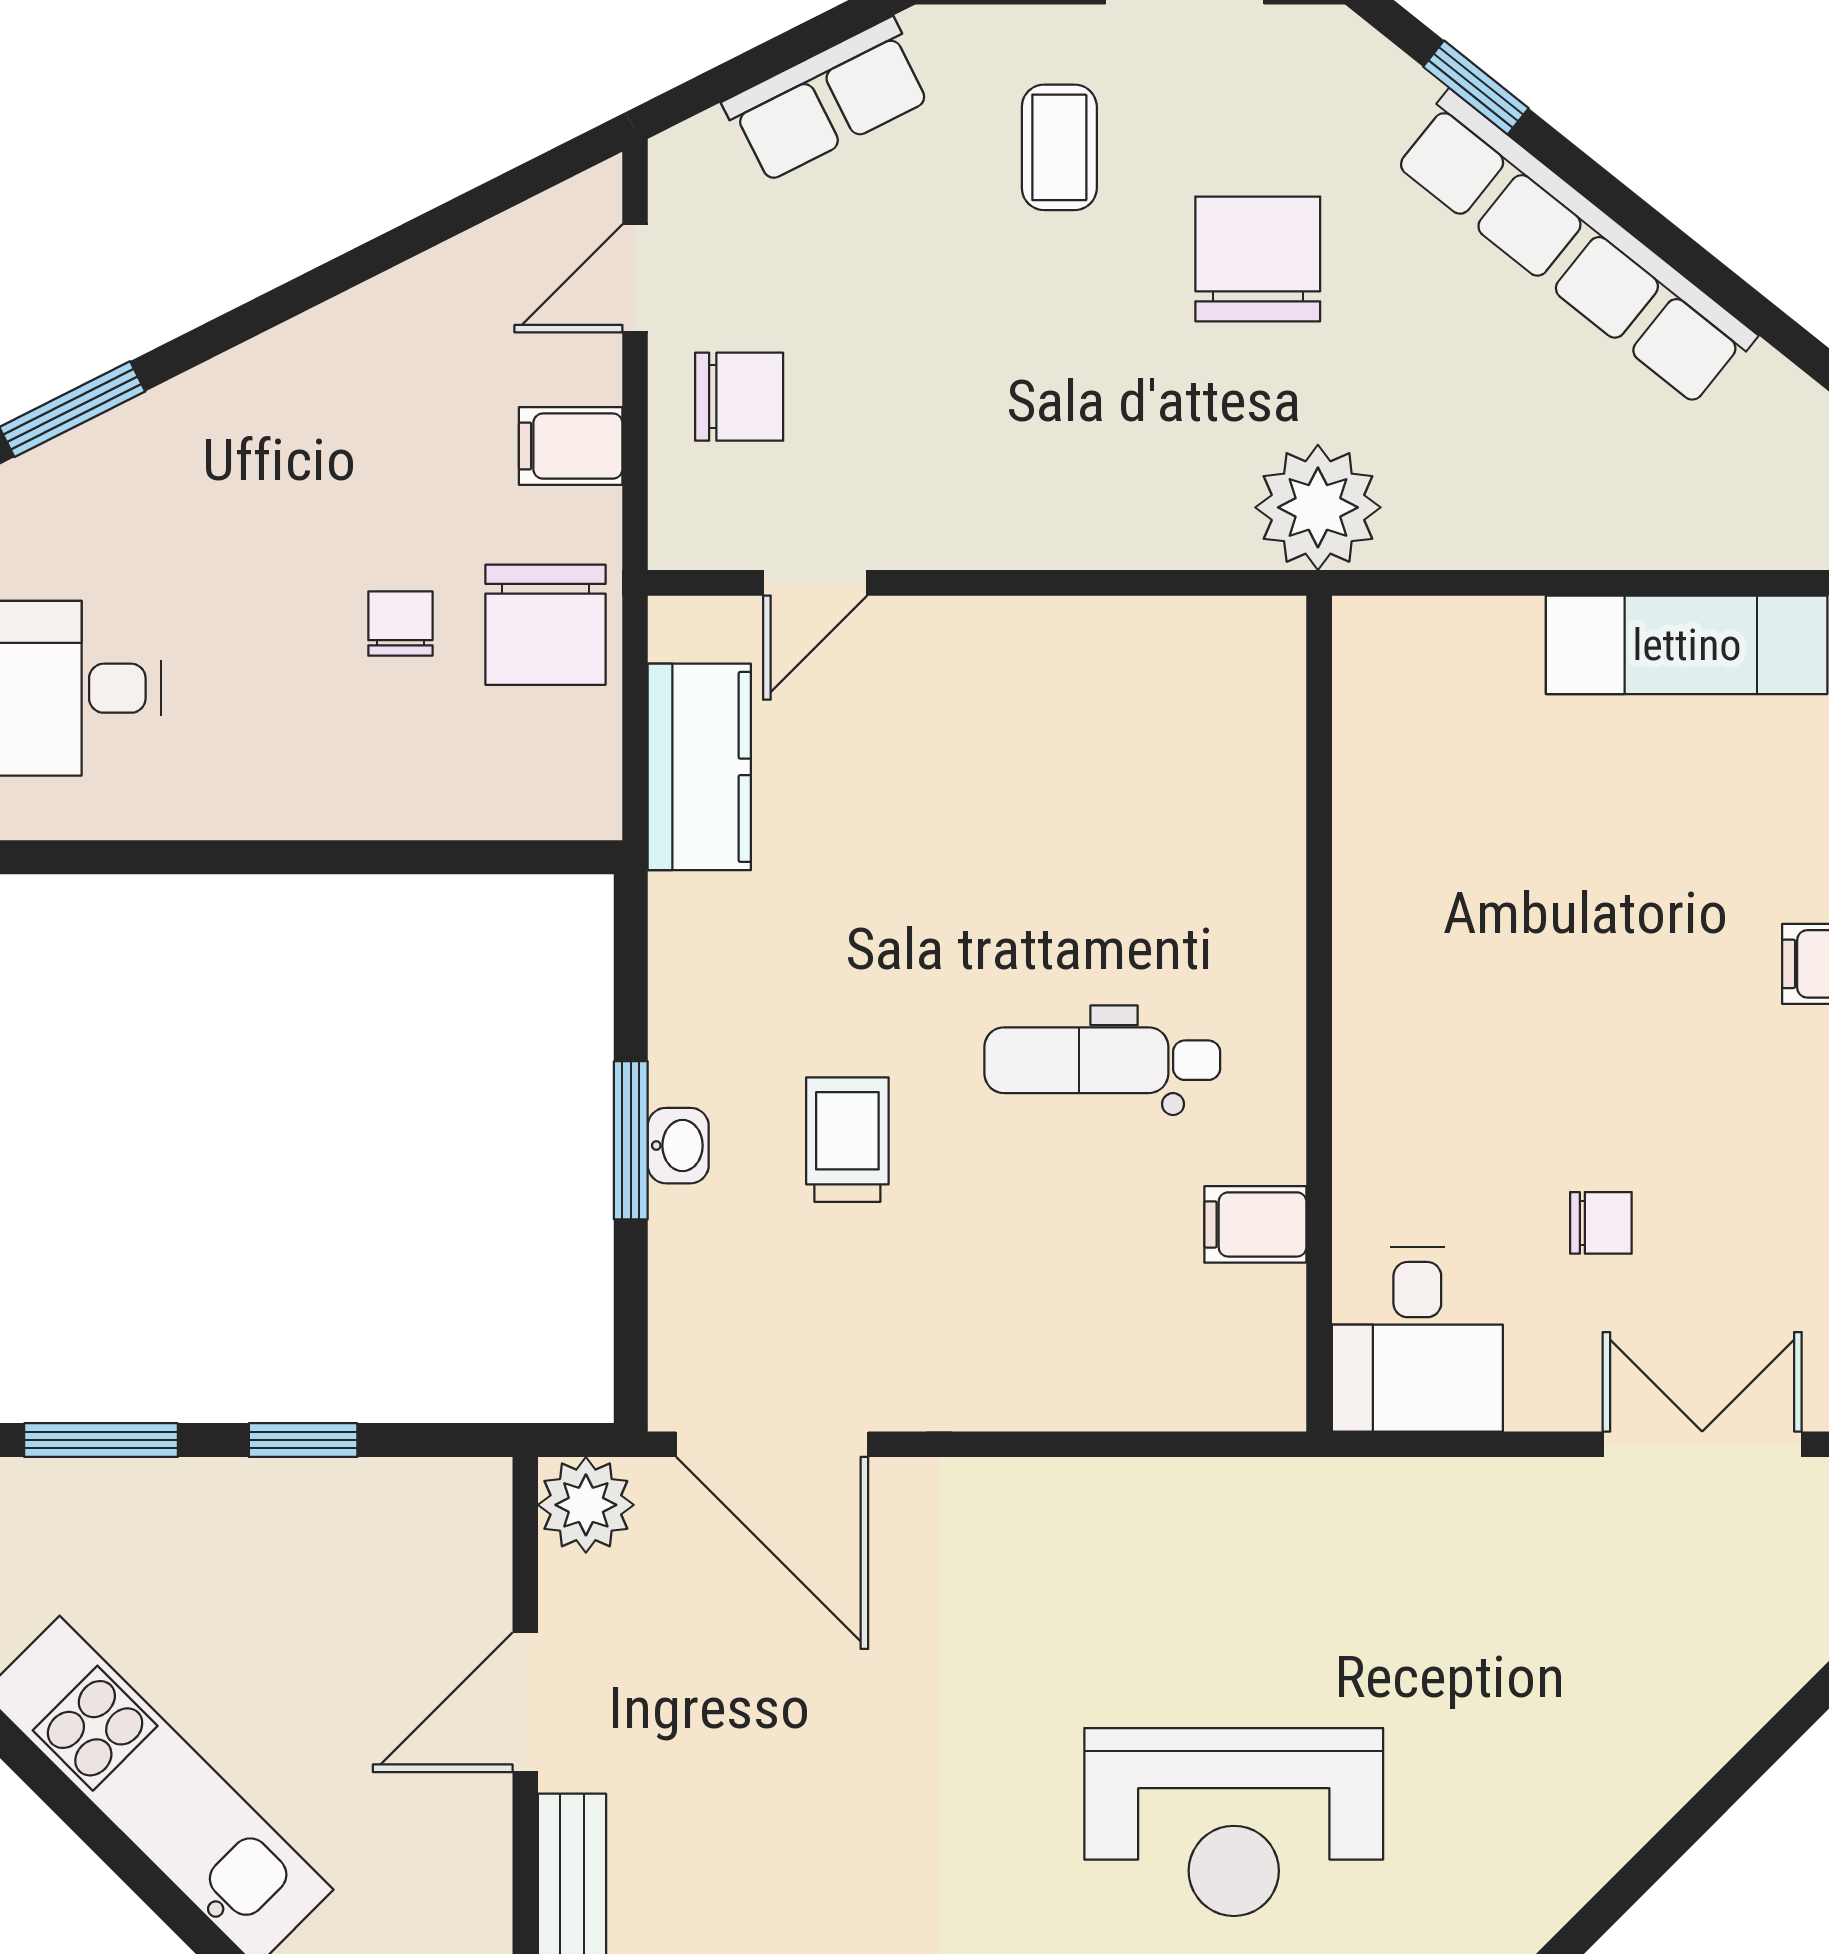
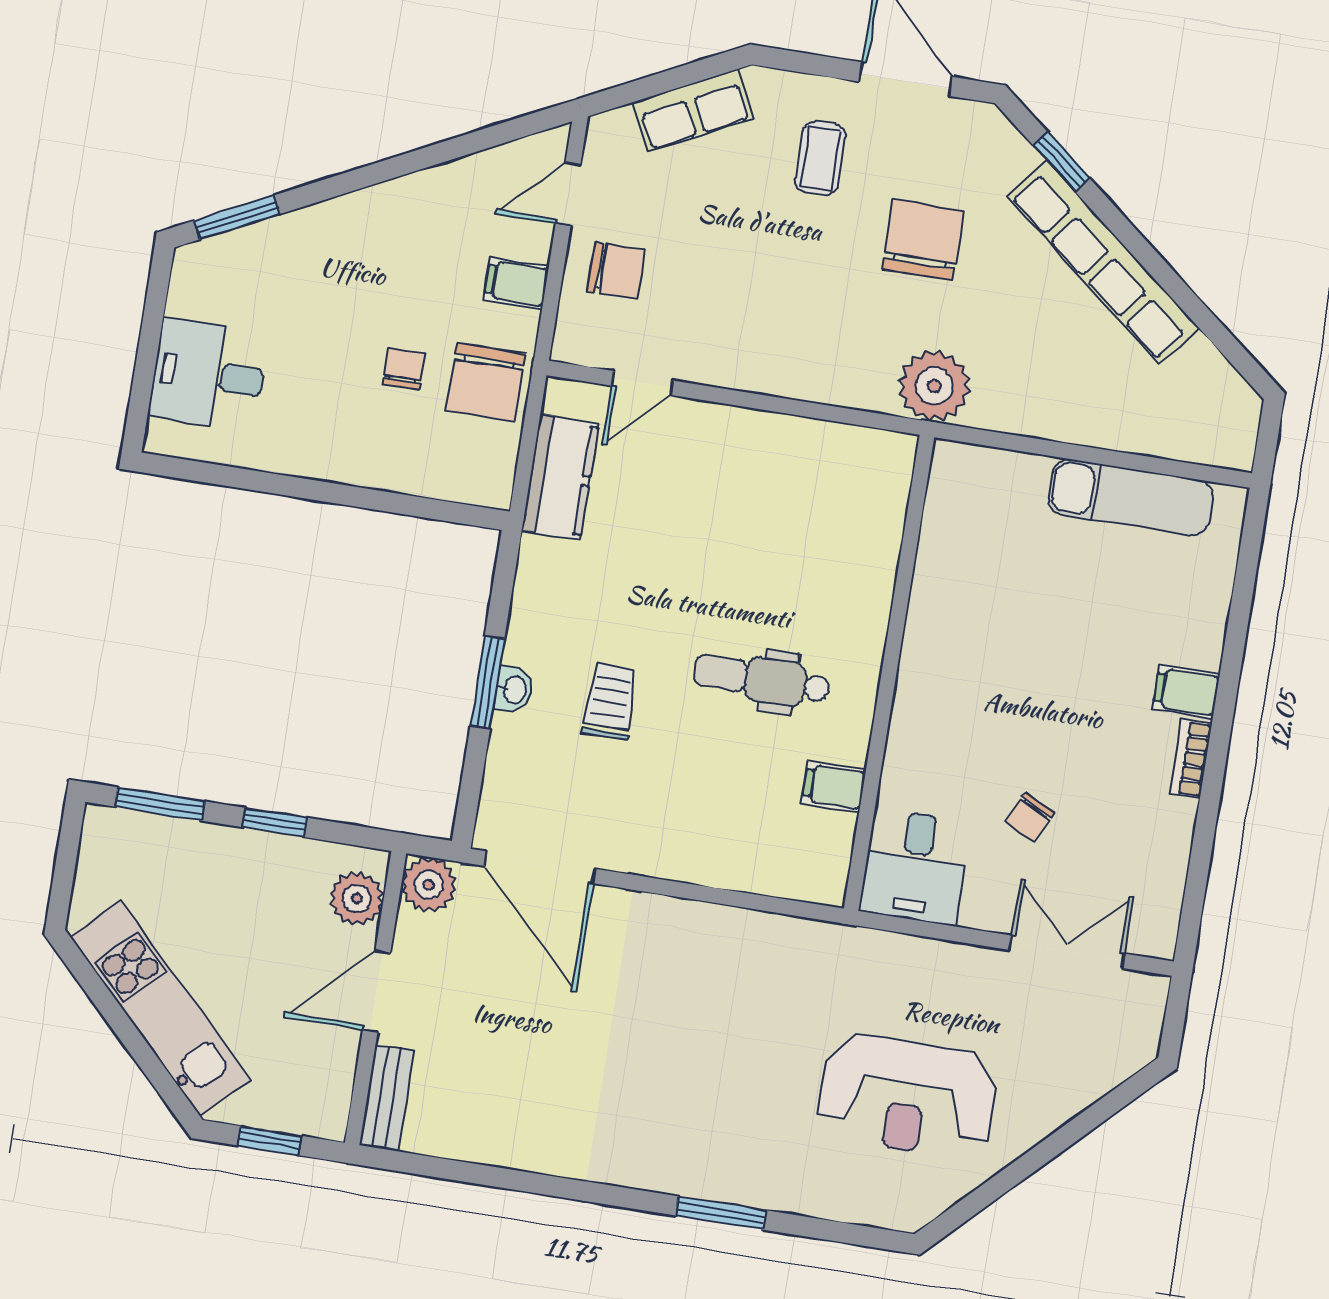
chair: (1601, 1223) -> (1030, 817), turned 118
plant: (466, 1548) -> (357, 898), added
reception desk: (1234, 1822) -> (907, 1096), moved

